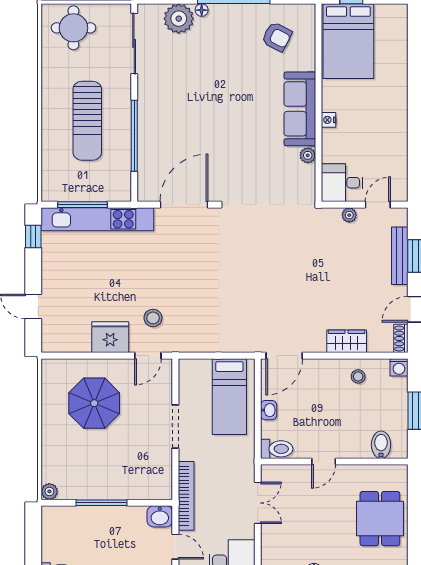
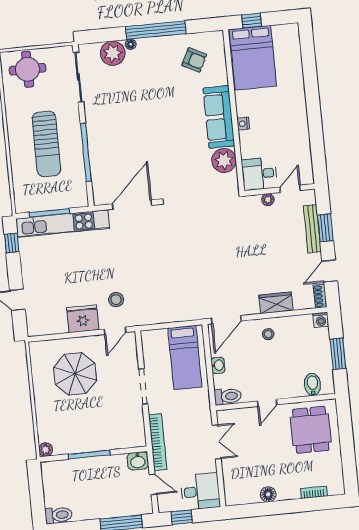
plant: (308, 155) -> (224, 160), width x1.87, depth x1.87
stool: (358, 376) -> (268, 334), moved
dining table: (380, 519) -> (311, 430), moved

